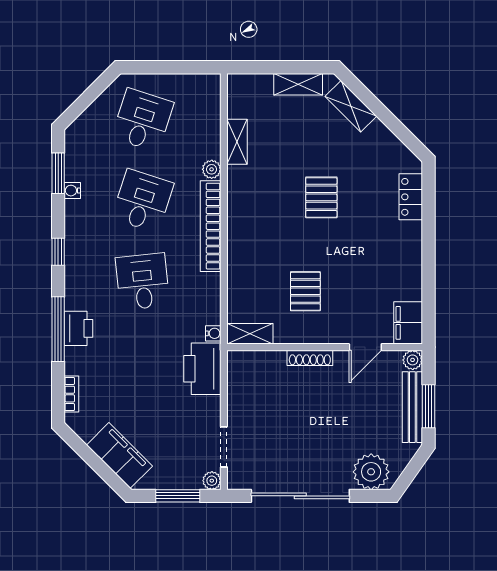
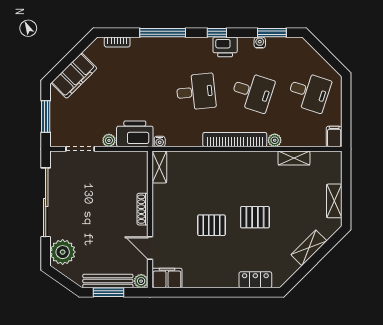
filing cabinet: (206, 84) -> (334, 136), added
shelving: (351, 106) -> (309, 248), moved
pallet: (305, 291) -> (211, 225), moved
printer: (78, 328) -> (225, 47), moved
plant: (212, 481) -> (109, 140), moved

